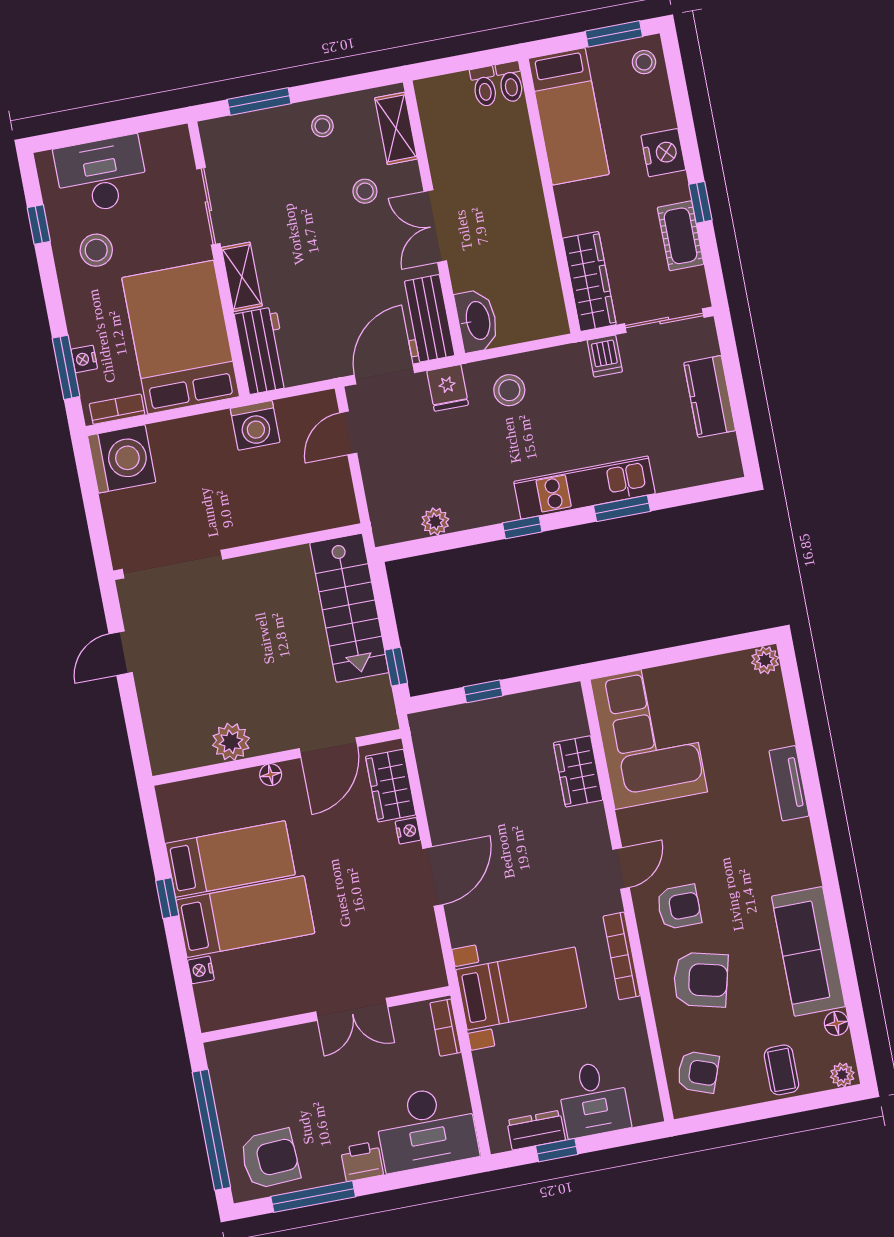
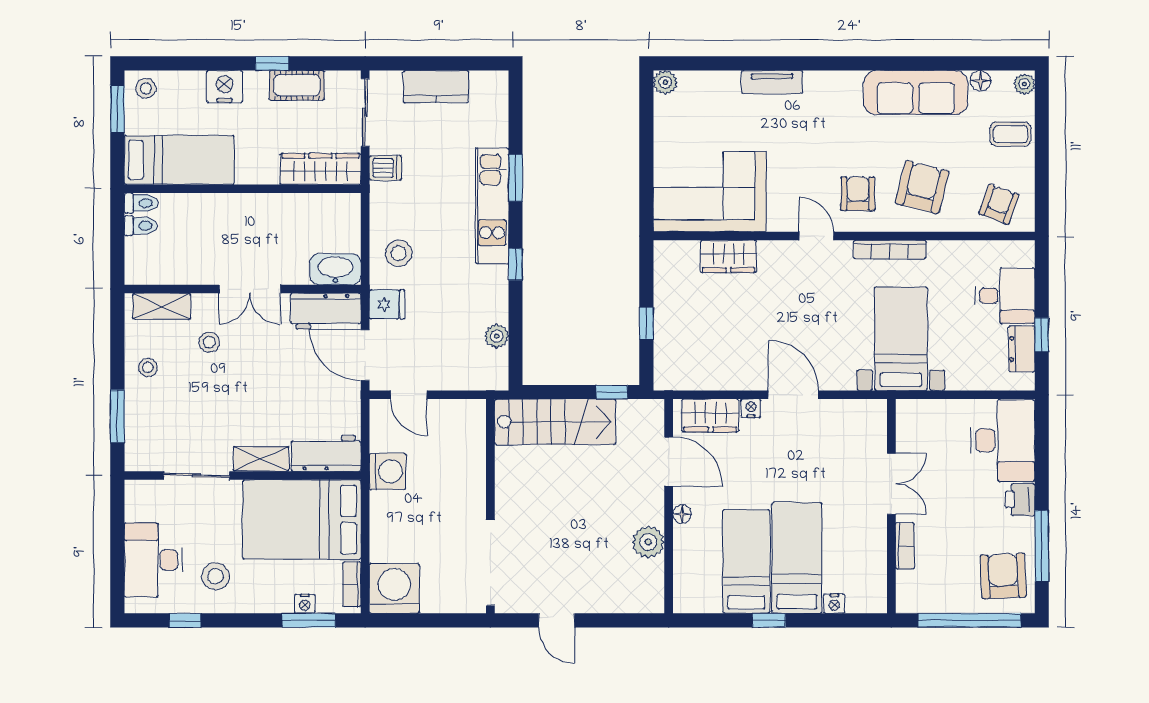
bookcase: (446, 1028) -> (905, 546), moved, turned -90

